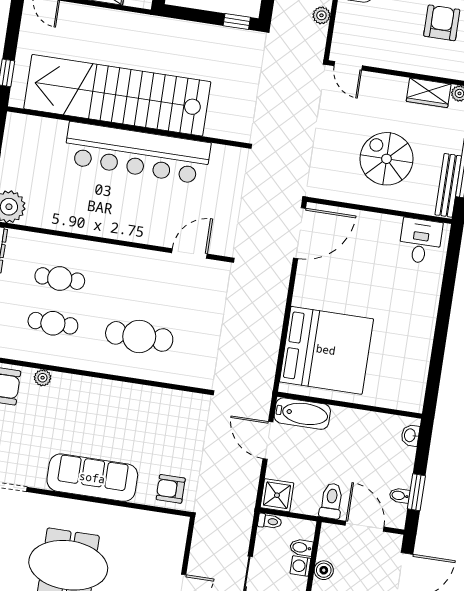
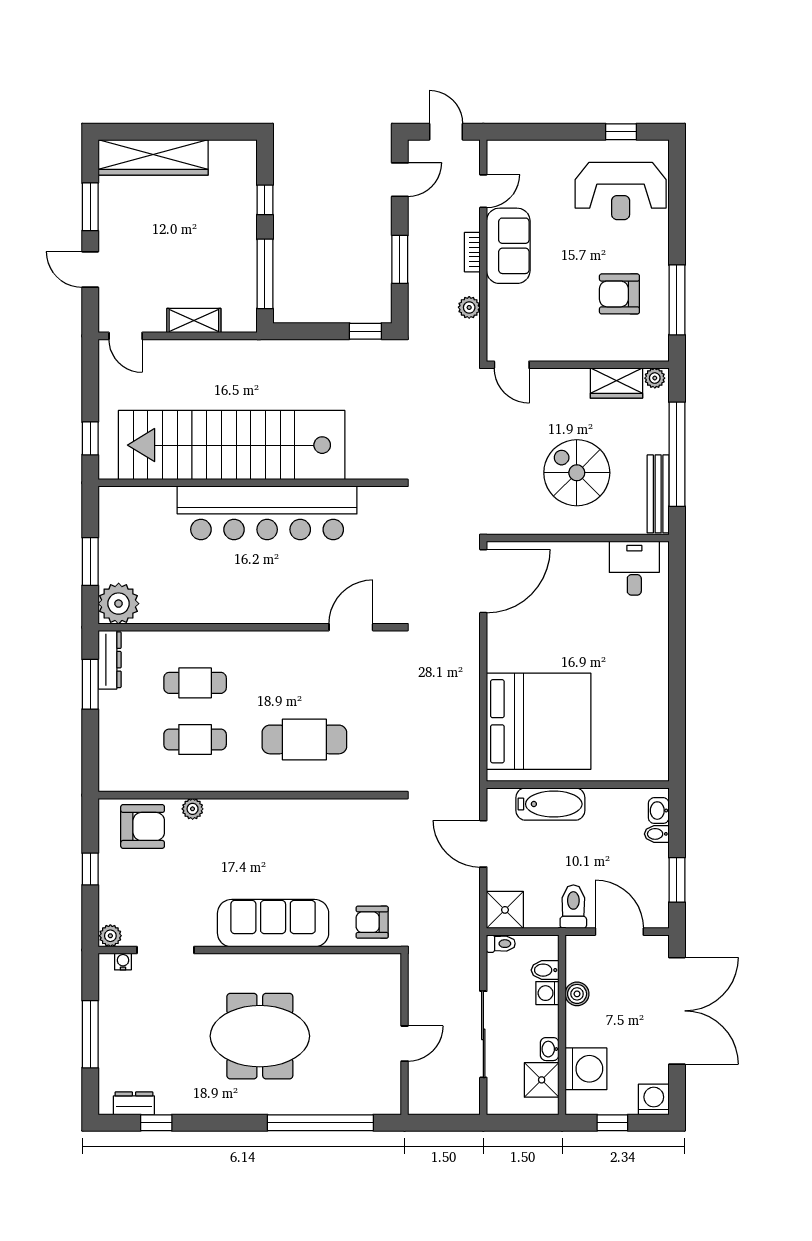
armchair: (442, 23) -> (619, 294), turned -90
bathtub: (302, 414) -> (550, 804), moved
bidet: (400, 496) -> (657, 834), moved

